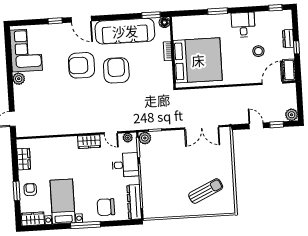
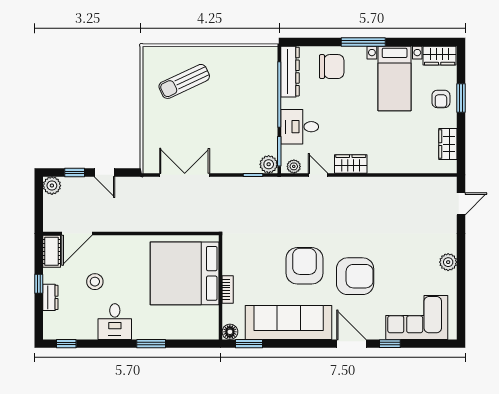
corner sofa: (26, 50) -> (417, 317), moved, turned 90
armchair: (116, 70) -> (305, 266), turned 180

